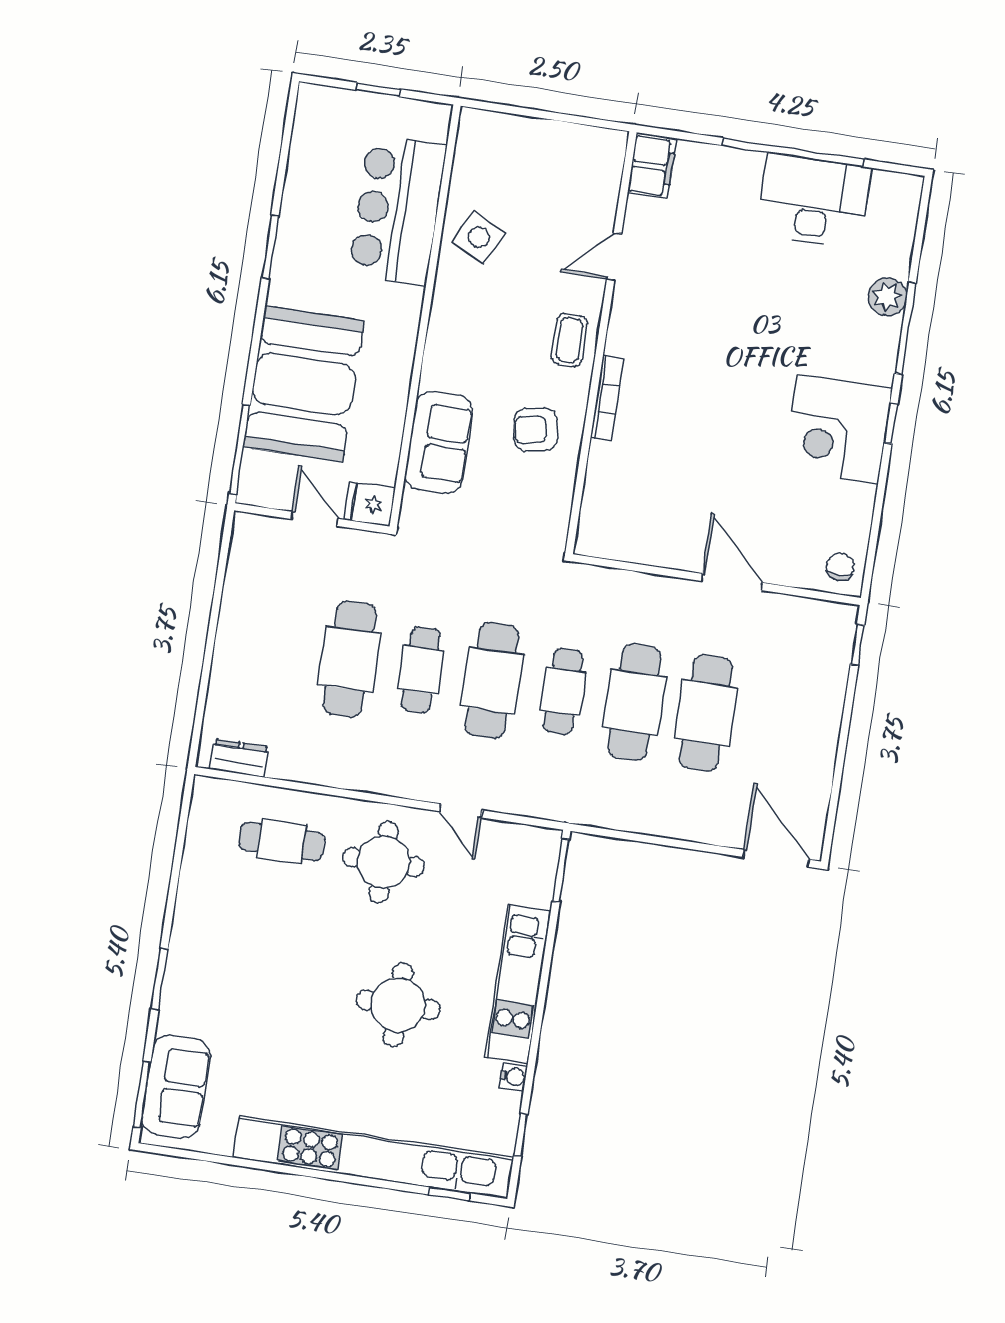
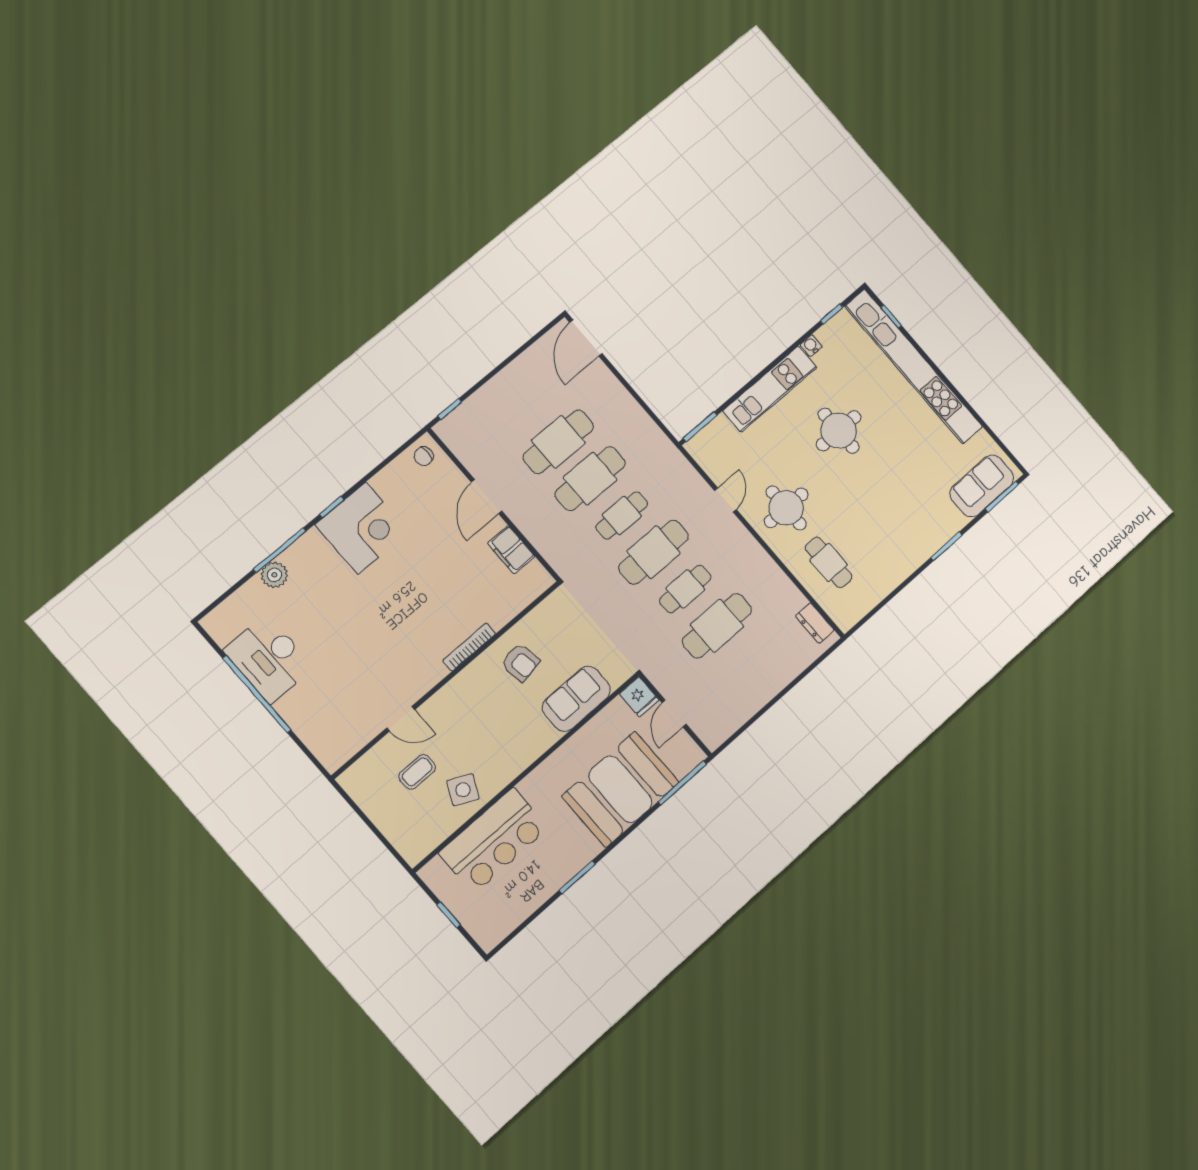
filing cabinet: (652, 166) -> (511, 550), moved, turned -90
coffee table: (569, 340) -> (417, 772), moved

